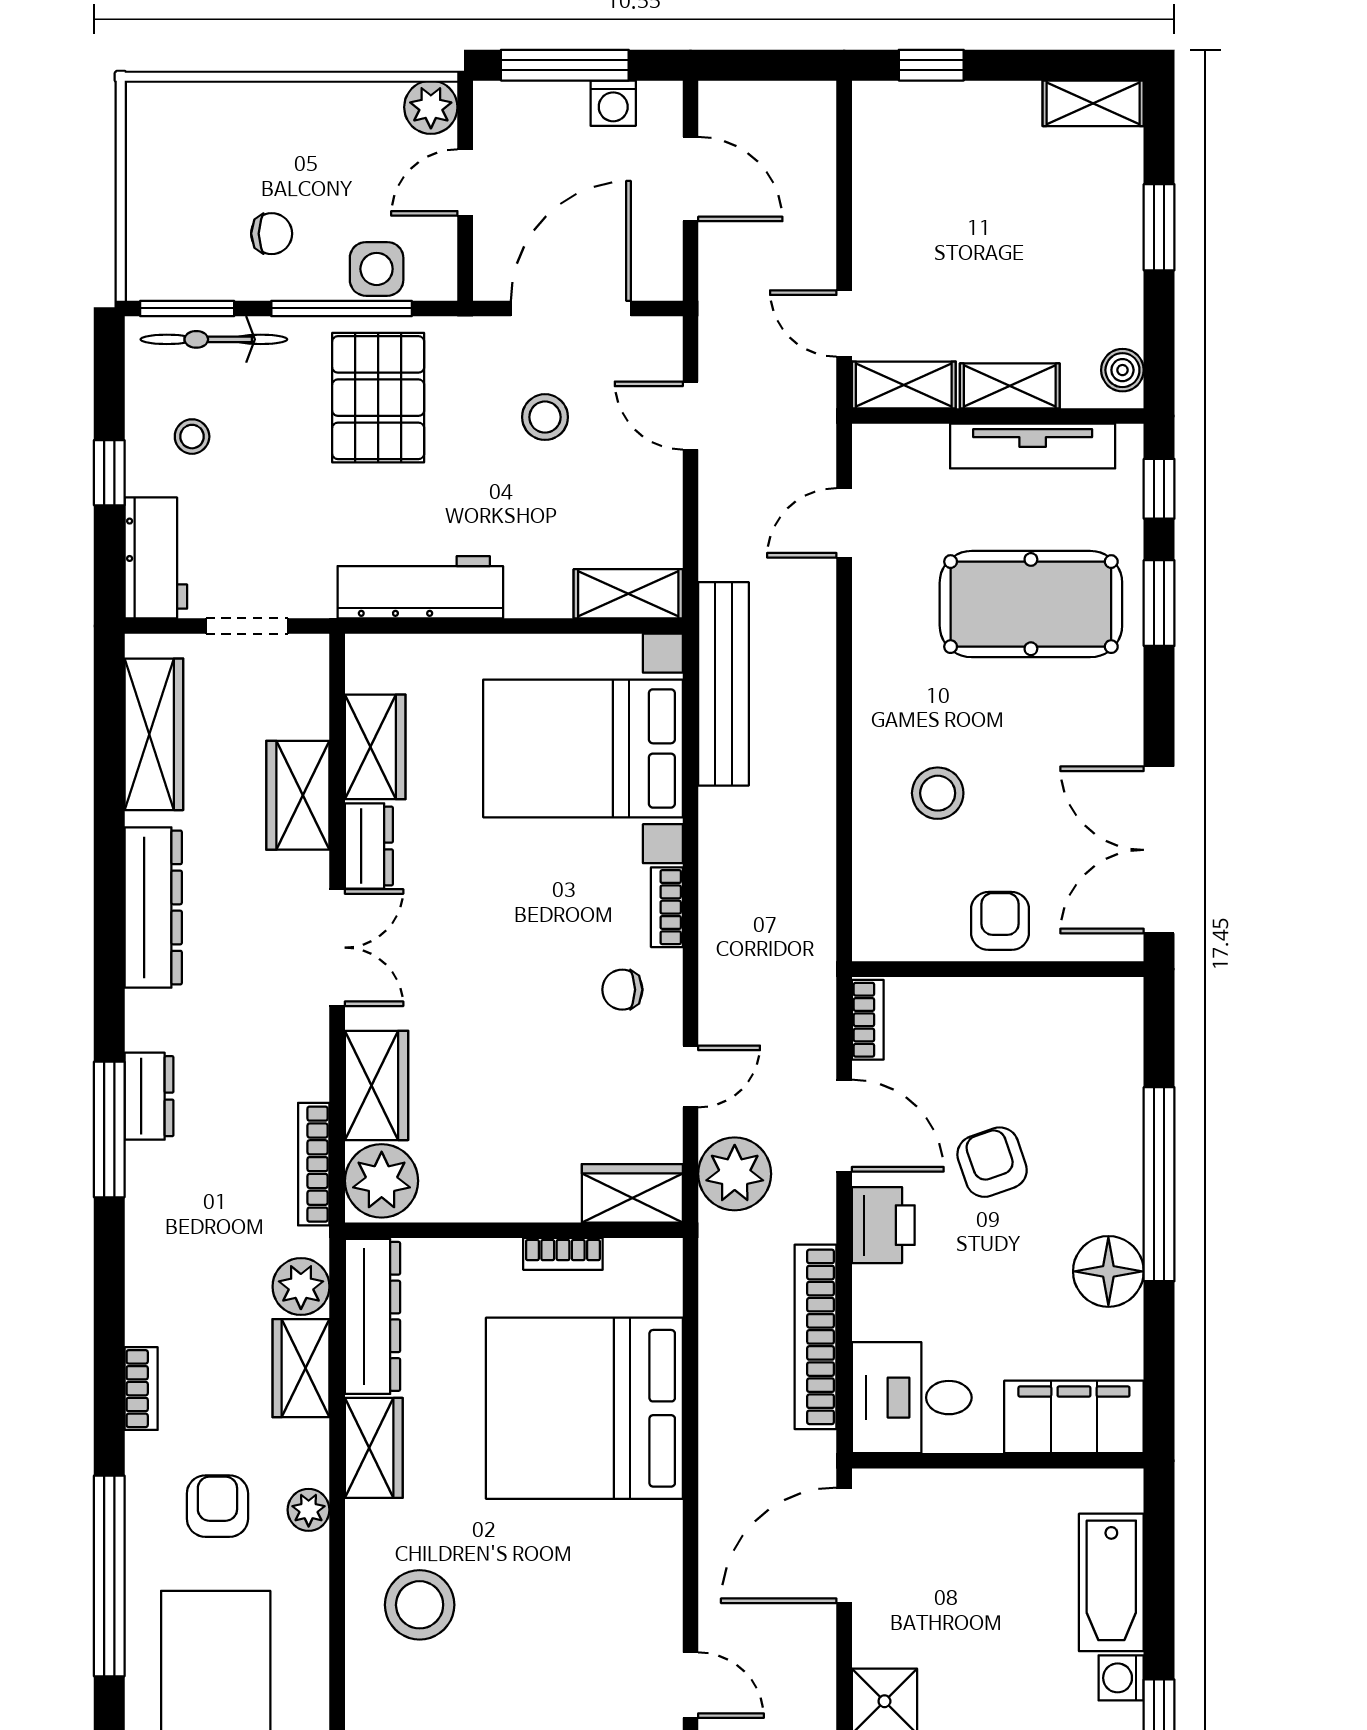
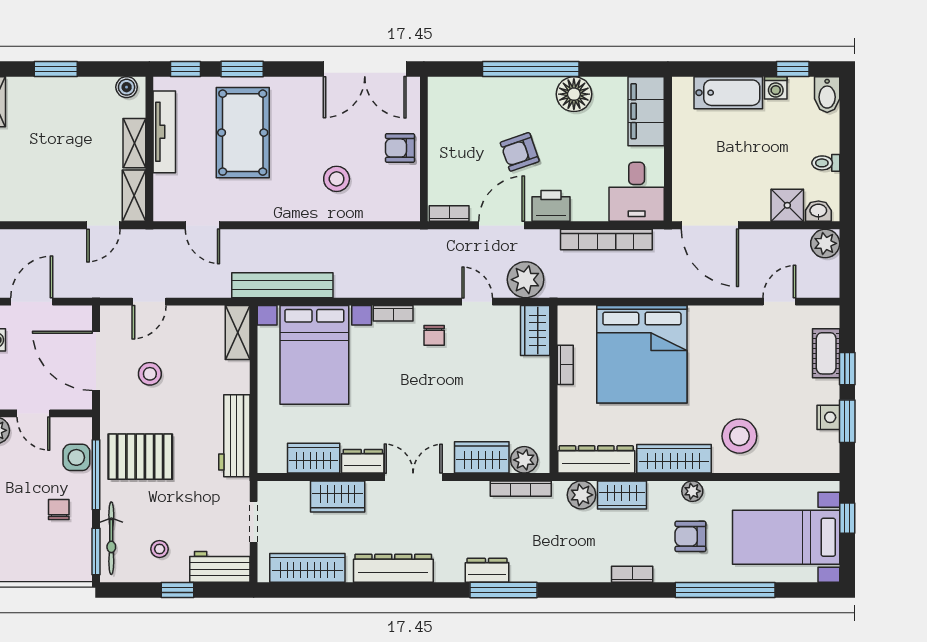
plant: (382, 1181) -> (524, 460), width x0.73, depth x0.73
wardrobe: (374, 1448) -> (674, 459), width x1.50

